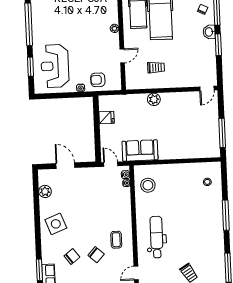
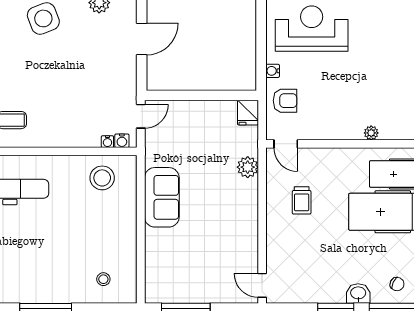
door: (122, 56) -> (286, 144), moved
armchair: (98, 80) -> (285, 101), turned 90
plant: (154, 99) -> (248, 167), moved
fridge: (107, 117) -> (248, 113), moved
sofa: (140, 150) -> (162, 197), moved

